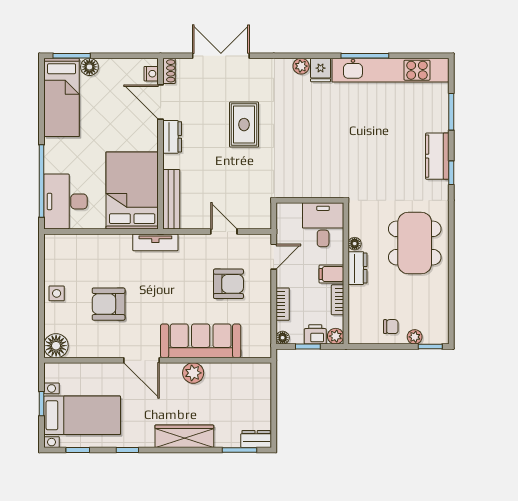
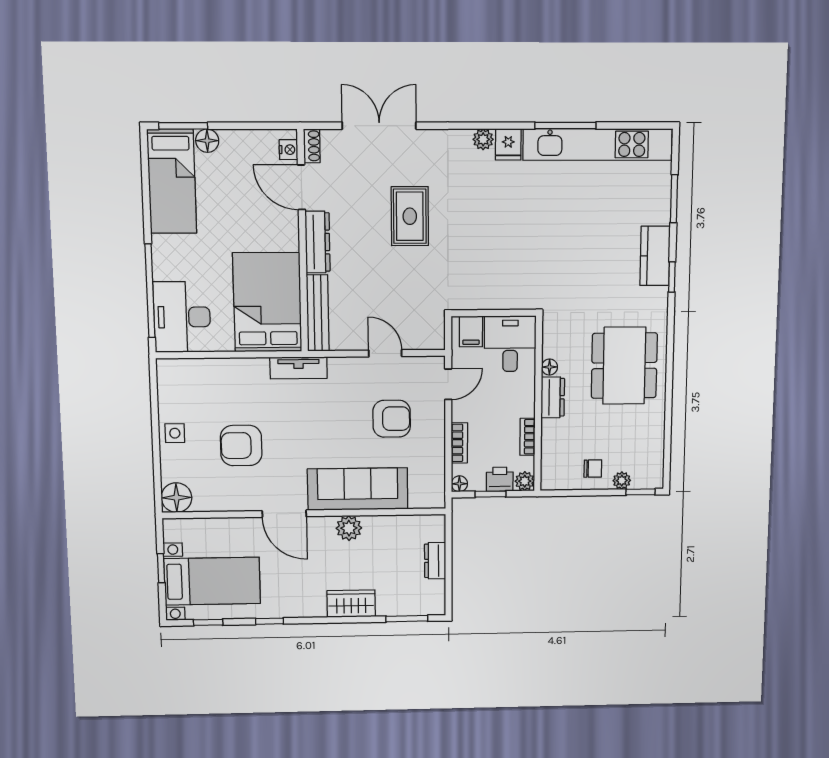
dresser: (172, 137) -> (318, 242), width x1.44
filing cabinet: (331, 274) -> (471, 332), moved, turned -90
wardrobe: (184, 436) -> (351, 604), width x0.67
dresser: (256, 439) -> (435, 561), moved, turned -90

